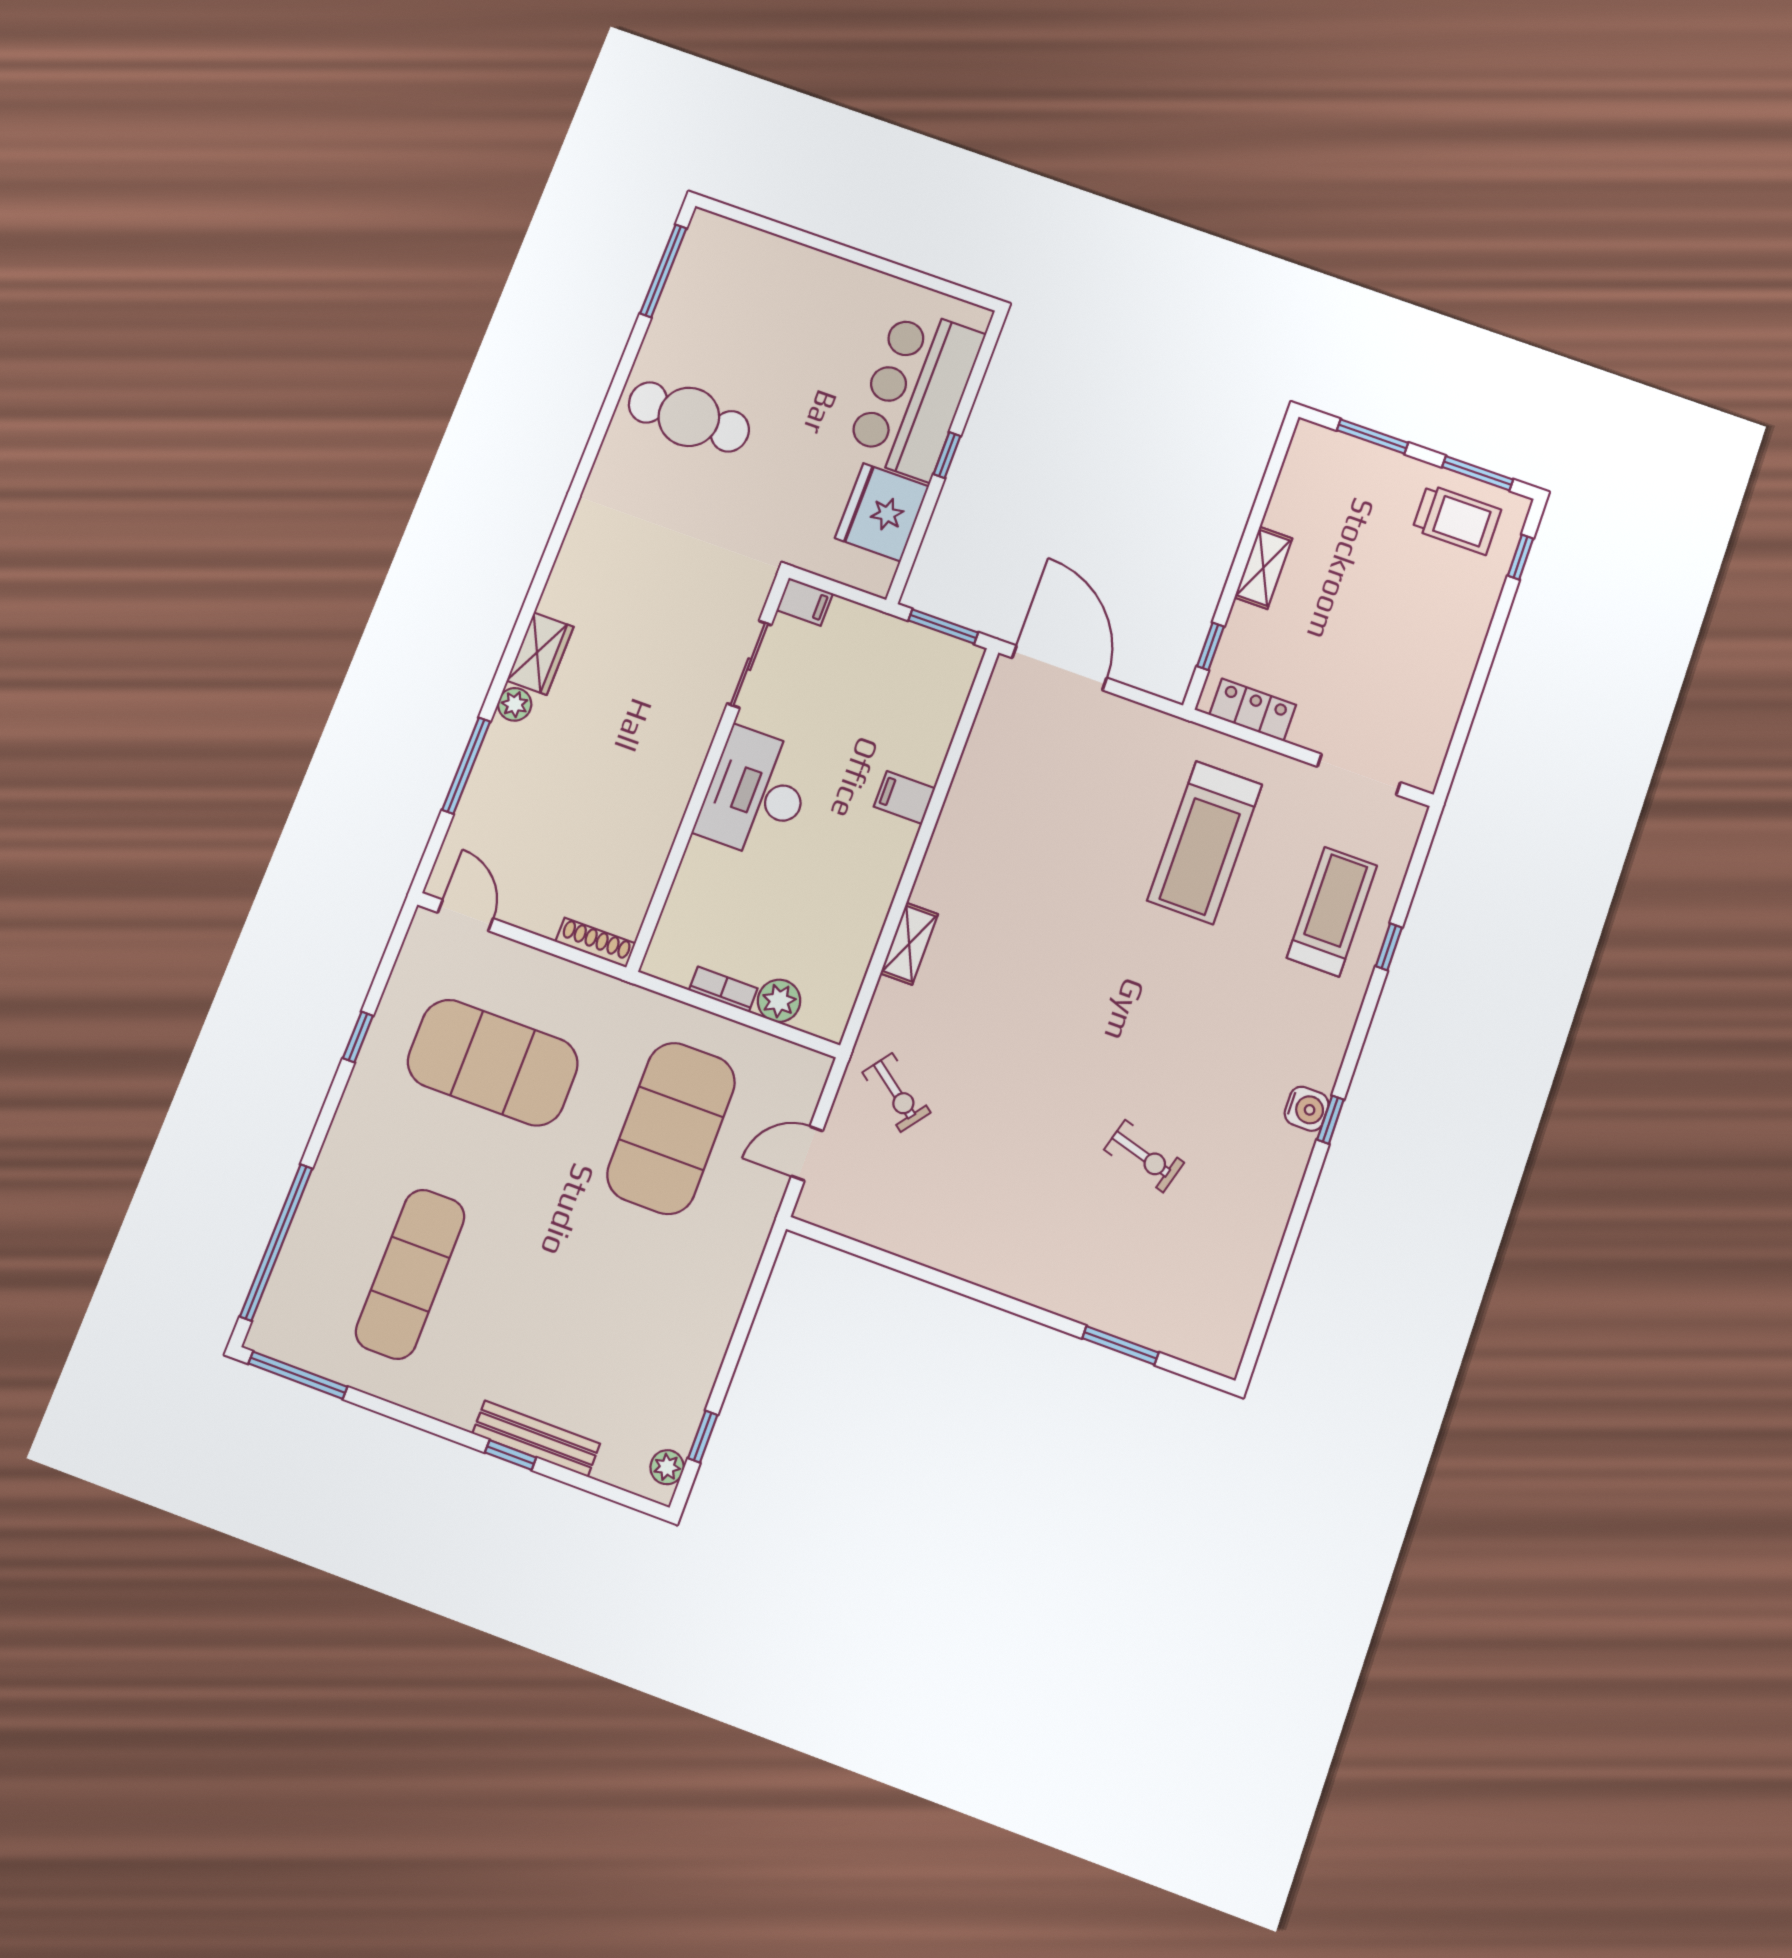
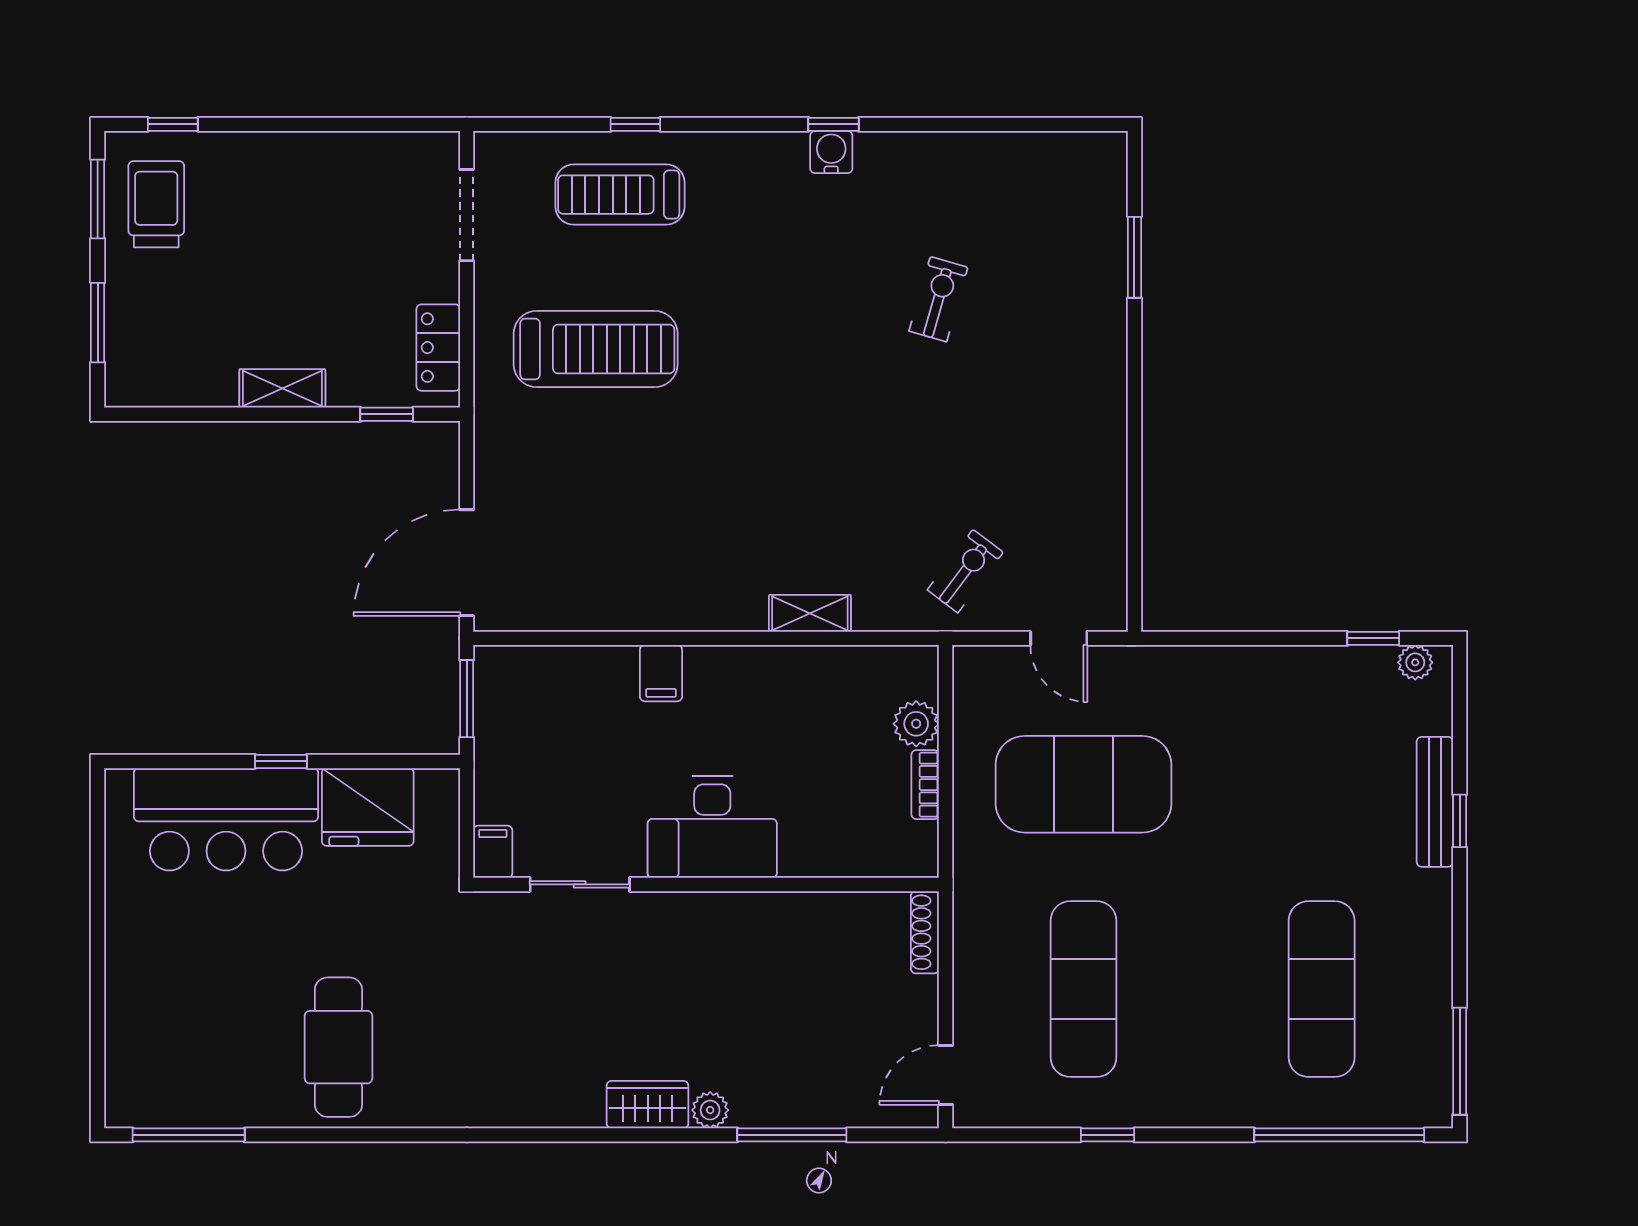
exercise mat: (493, 1063) -> (1084, 989), width x0.68
exercise mat: (410, 1274) -> (1322, 989), turned 90

